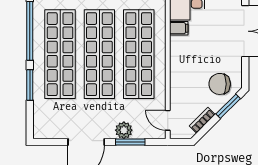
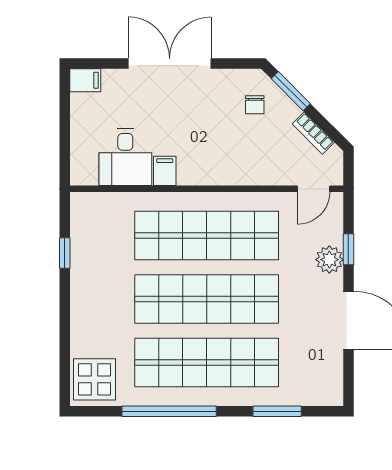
chair: (220, 84) -> (255, 105), width x0.54, depth x0.54
window: (30, 85) -> (277, 411), moved
window: (130, 142) -> (348, 249), width x0.67

